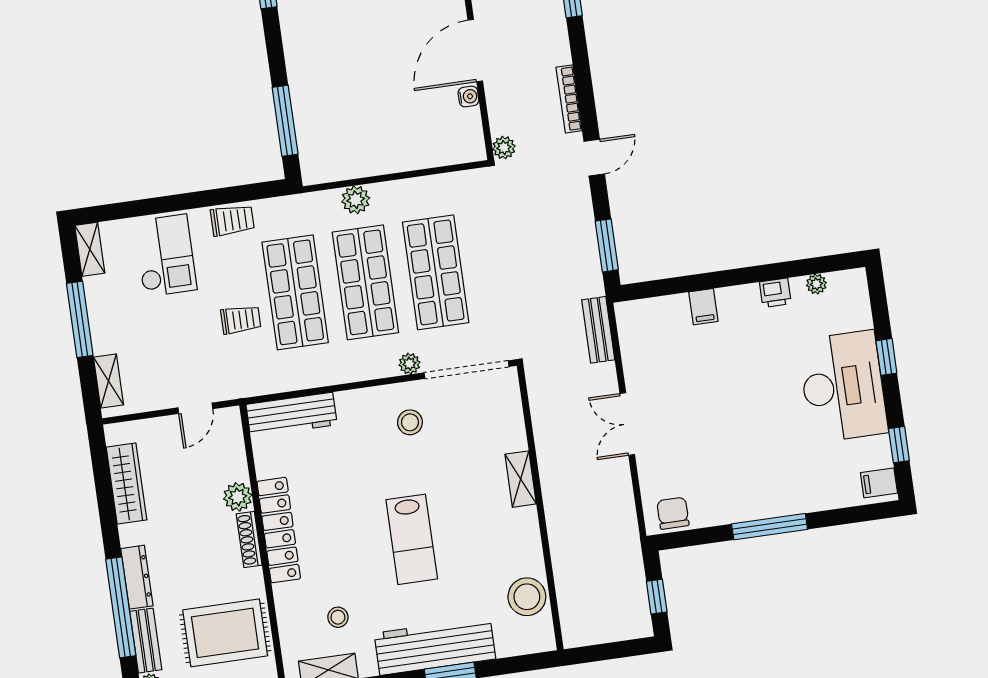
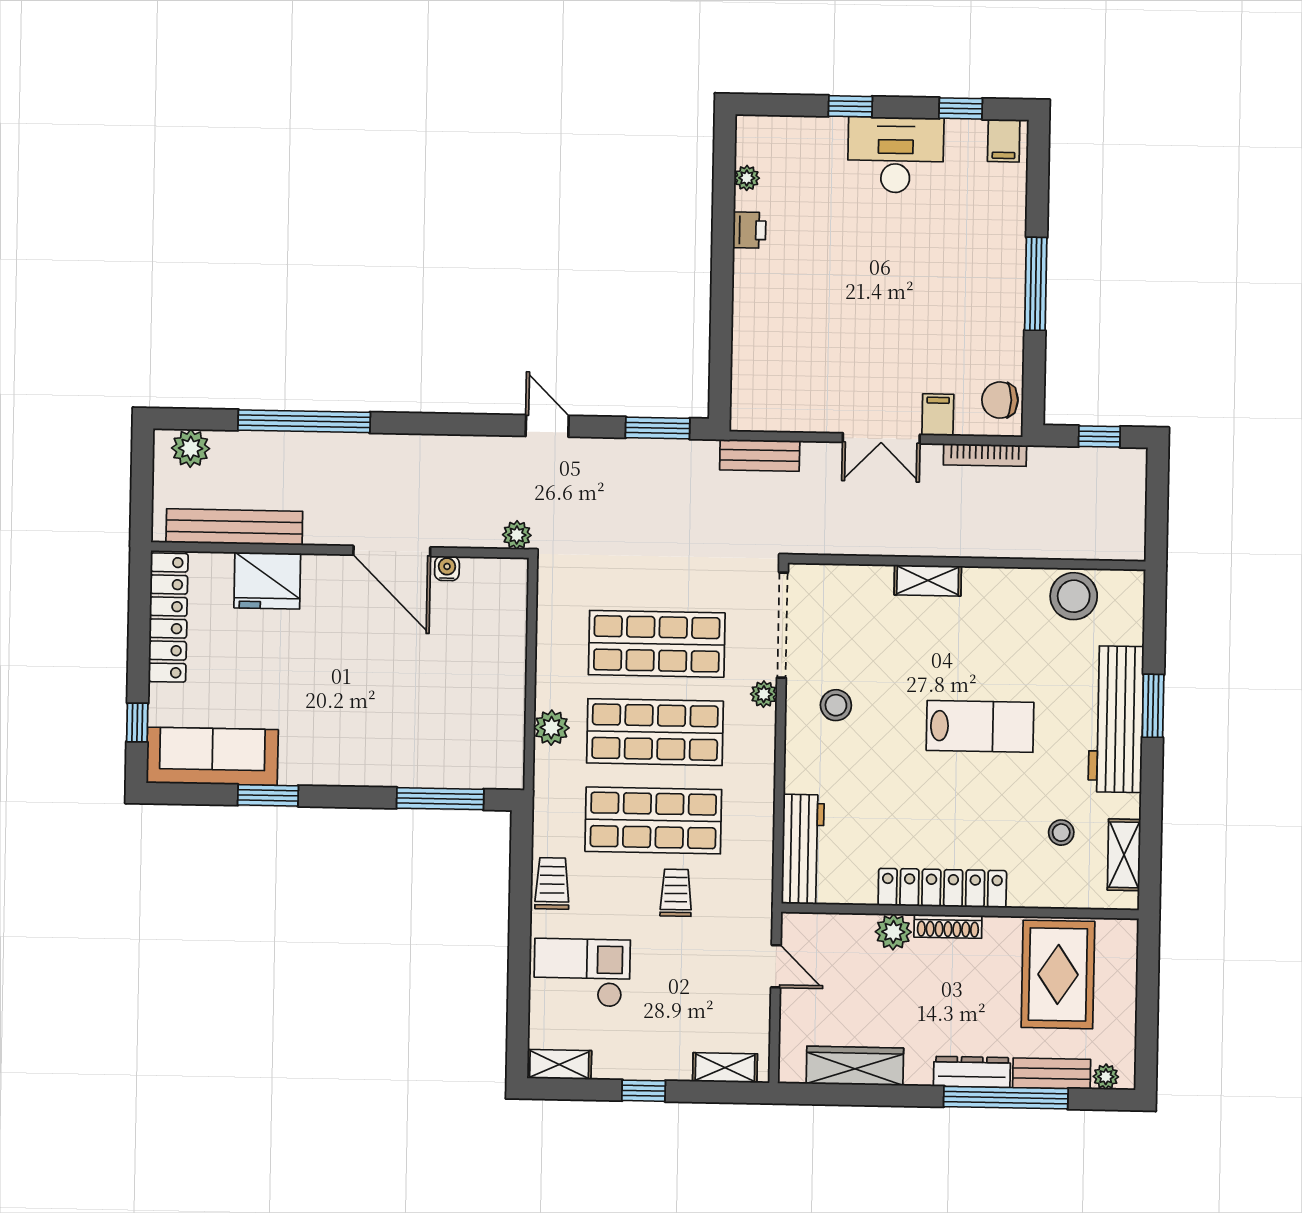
bookcase: (569, 99) -> (985, 455), moved
filing cabinet: (703, 307) -> (938, 415), moved, turned -90
window: (80, 319) -> (644, 1091), width x0.46
desk: (843, 386) -> (896, 155), width x0.73, depth x0.77

